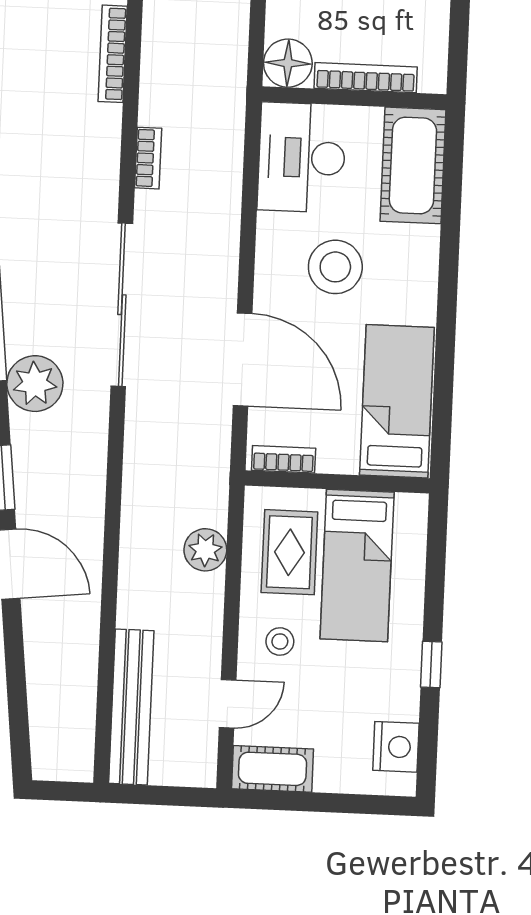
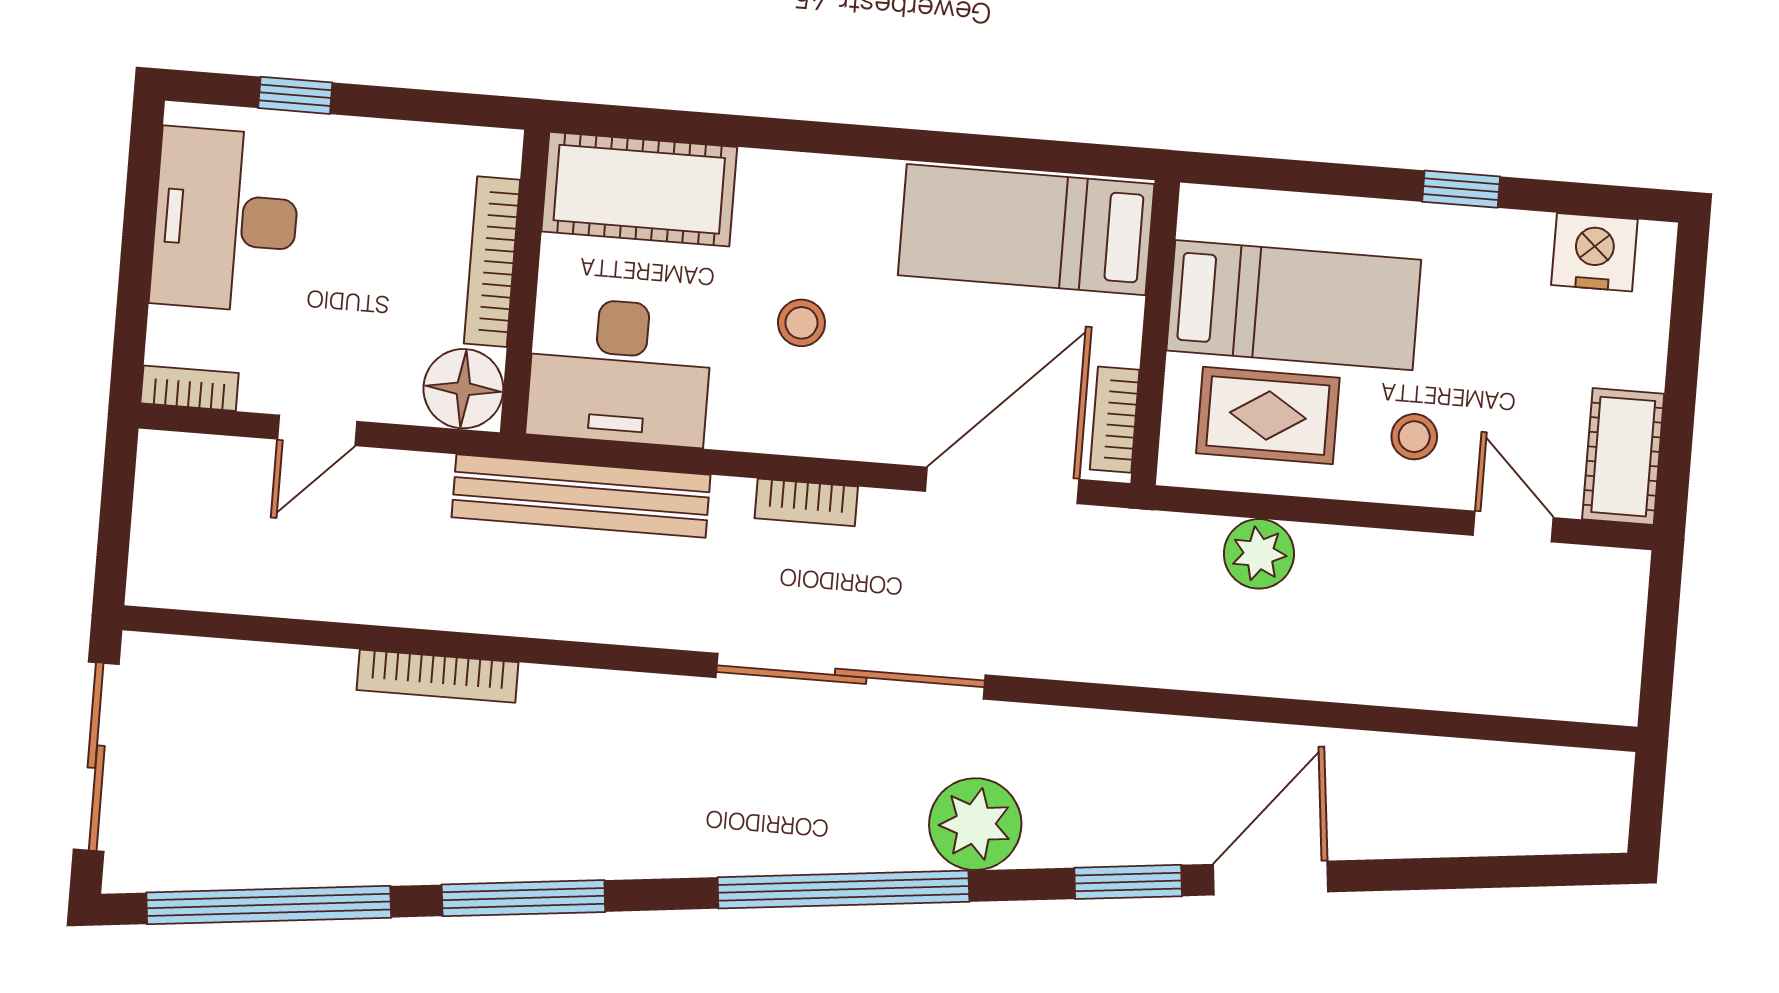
bookcase: (148, 158) -> (806, 502), moved, turned 180
stool: (335, 267) -> (801, 323), width x0.53, depth x0.53
door: (243, 359) -> (1002, 485), moved
bench: (131, 707) -> (581, 496), moved

